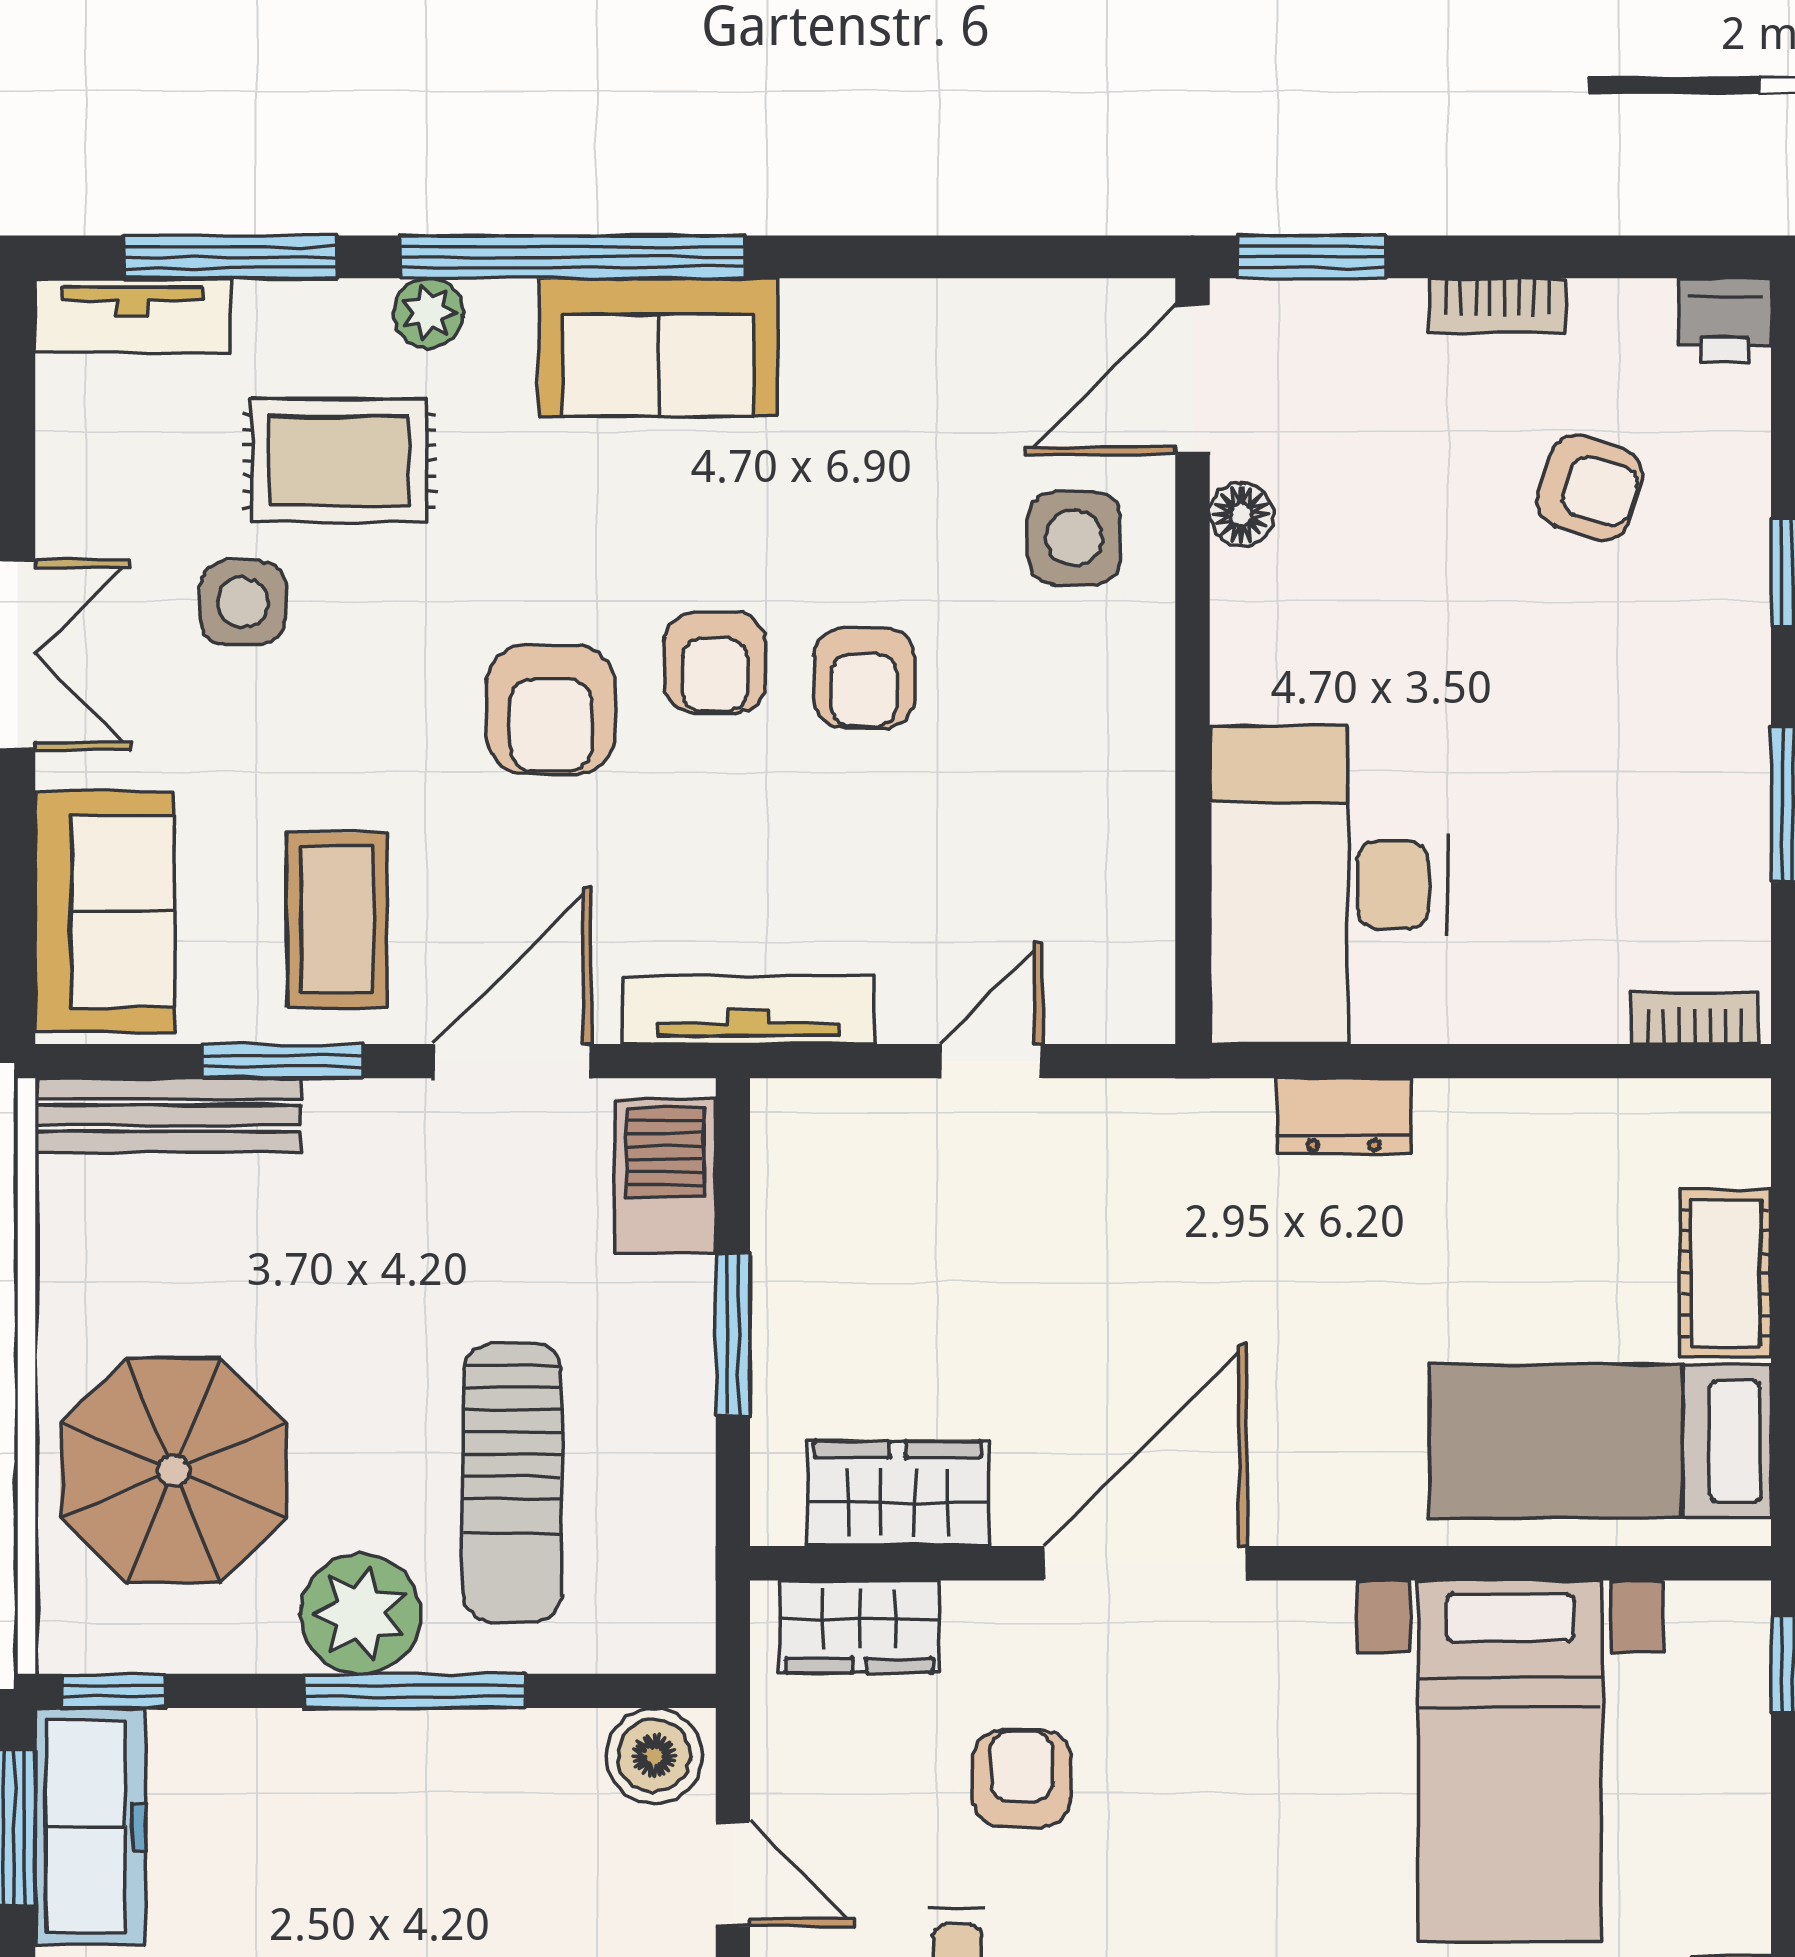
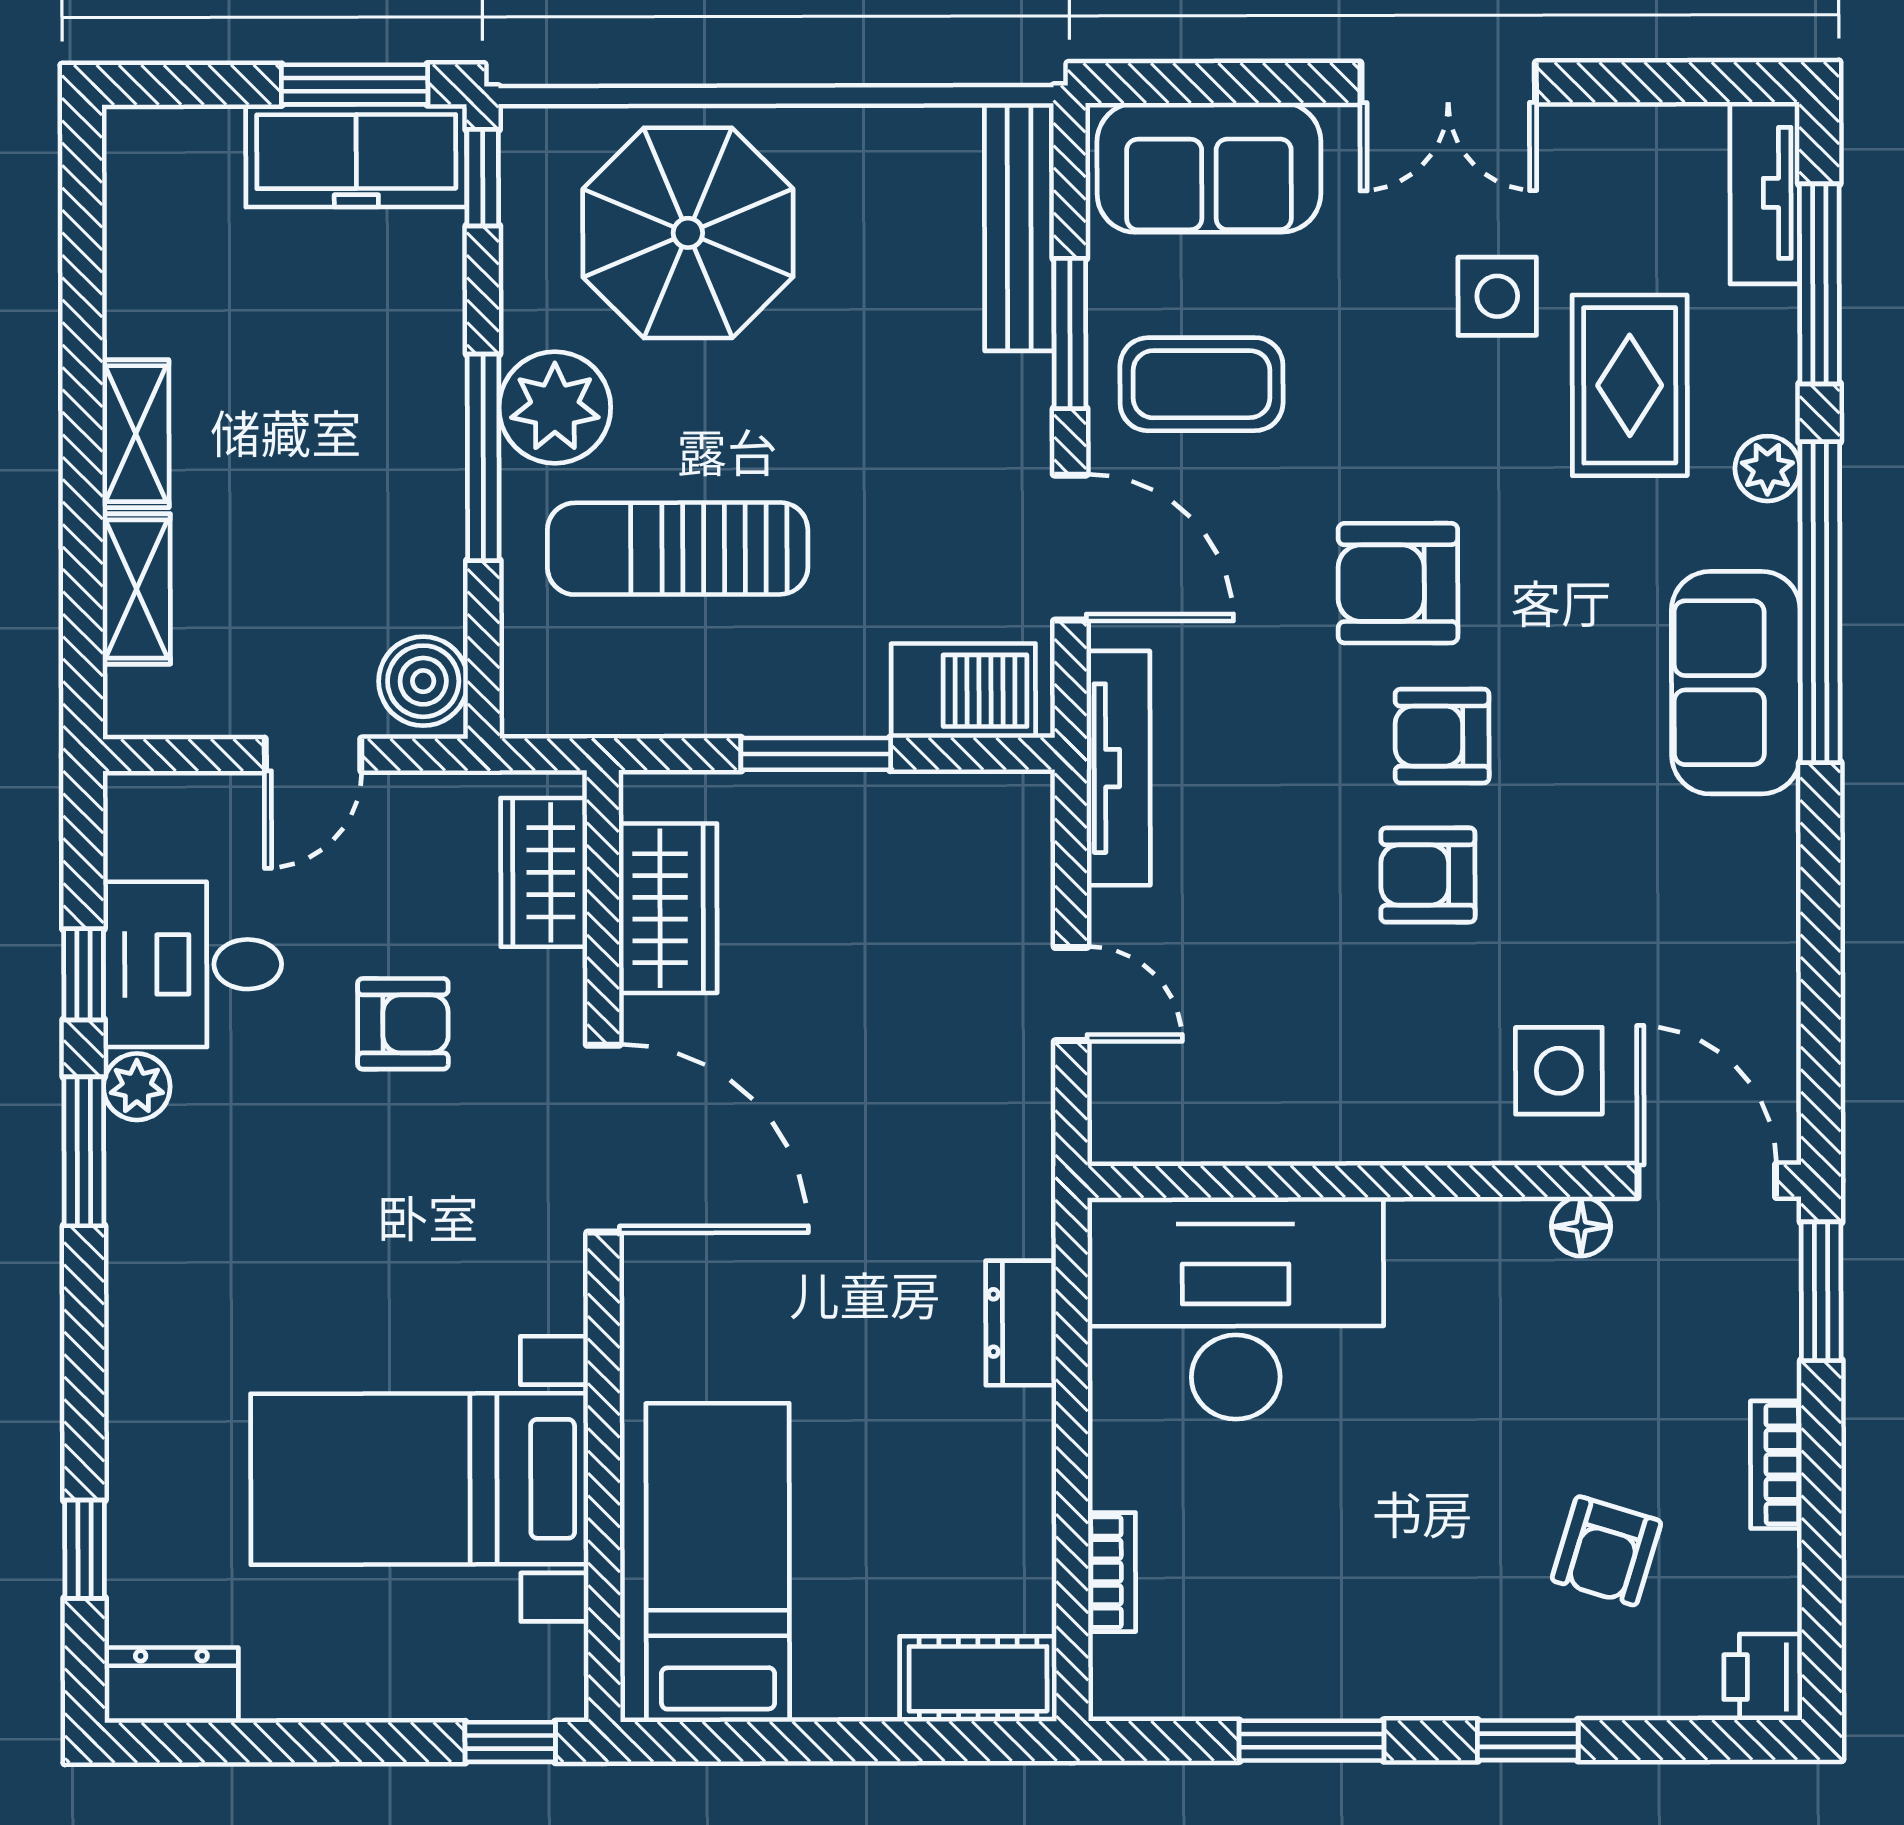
bookcase: (1695, 1019) -> (1112, 1572), moved
cot: (1726, 1273) -> (978, 1679), moved

